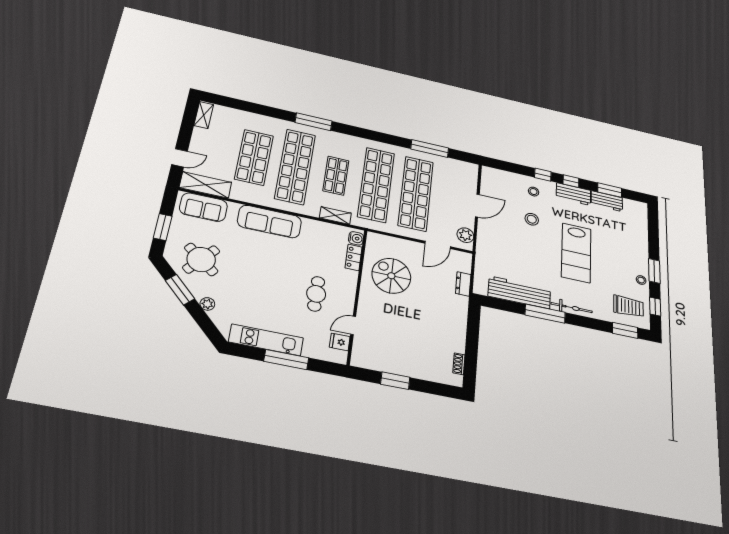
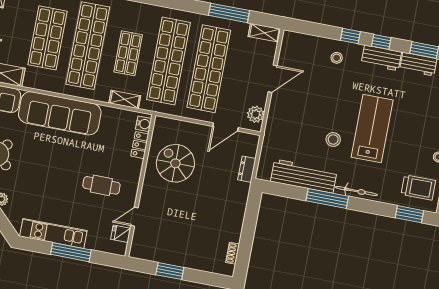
shelving: (464, 167) -> (264, 33), added
stool: (532, 219) -> (333, 139), moved
sofa: (269, 222) -> (60, 113), width x1.36, depth x1.27
lab bench: (576, 253) -> (372, 129), turned 180
cafe table: (316, 294) -> (101, 185), turned 90

